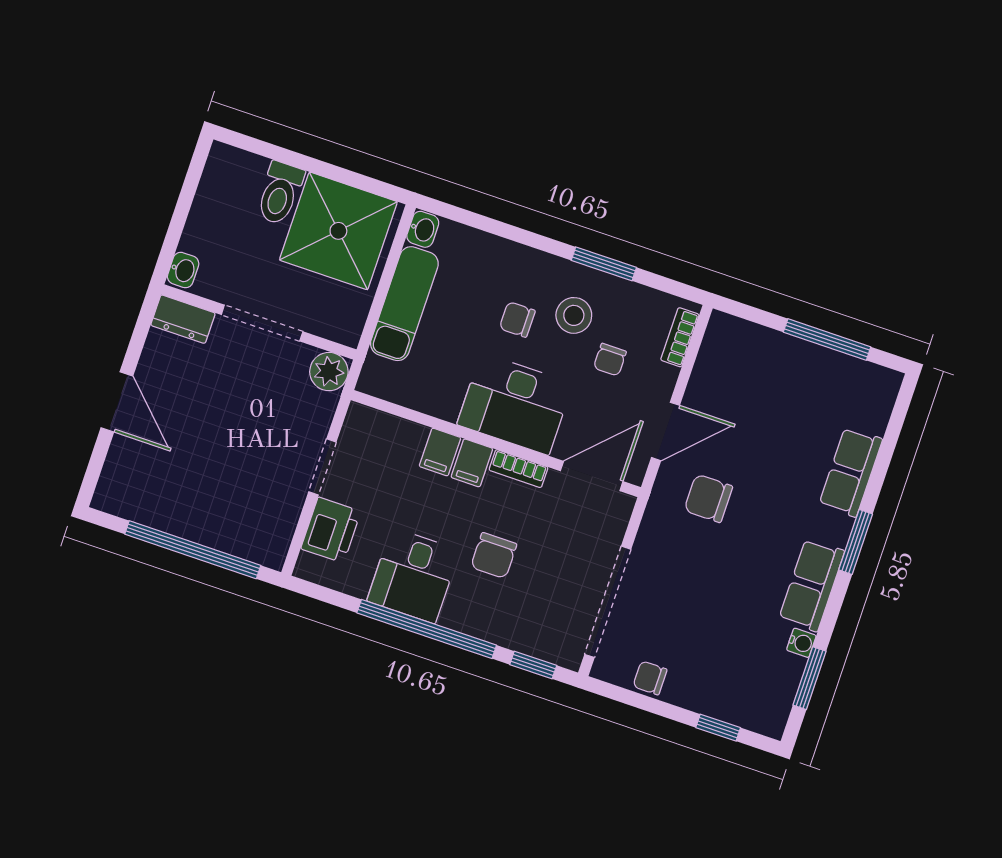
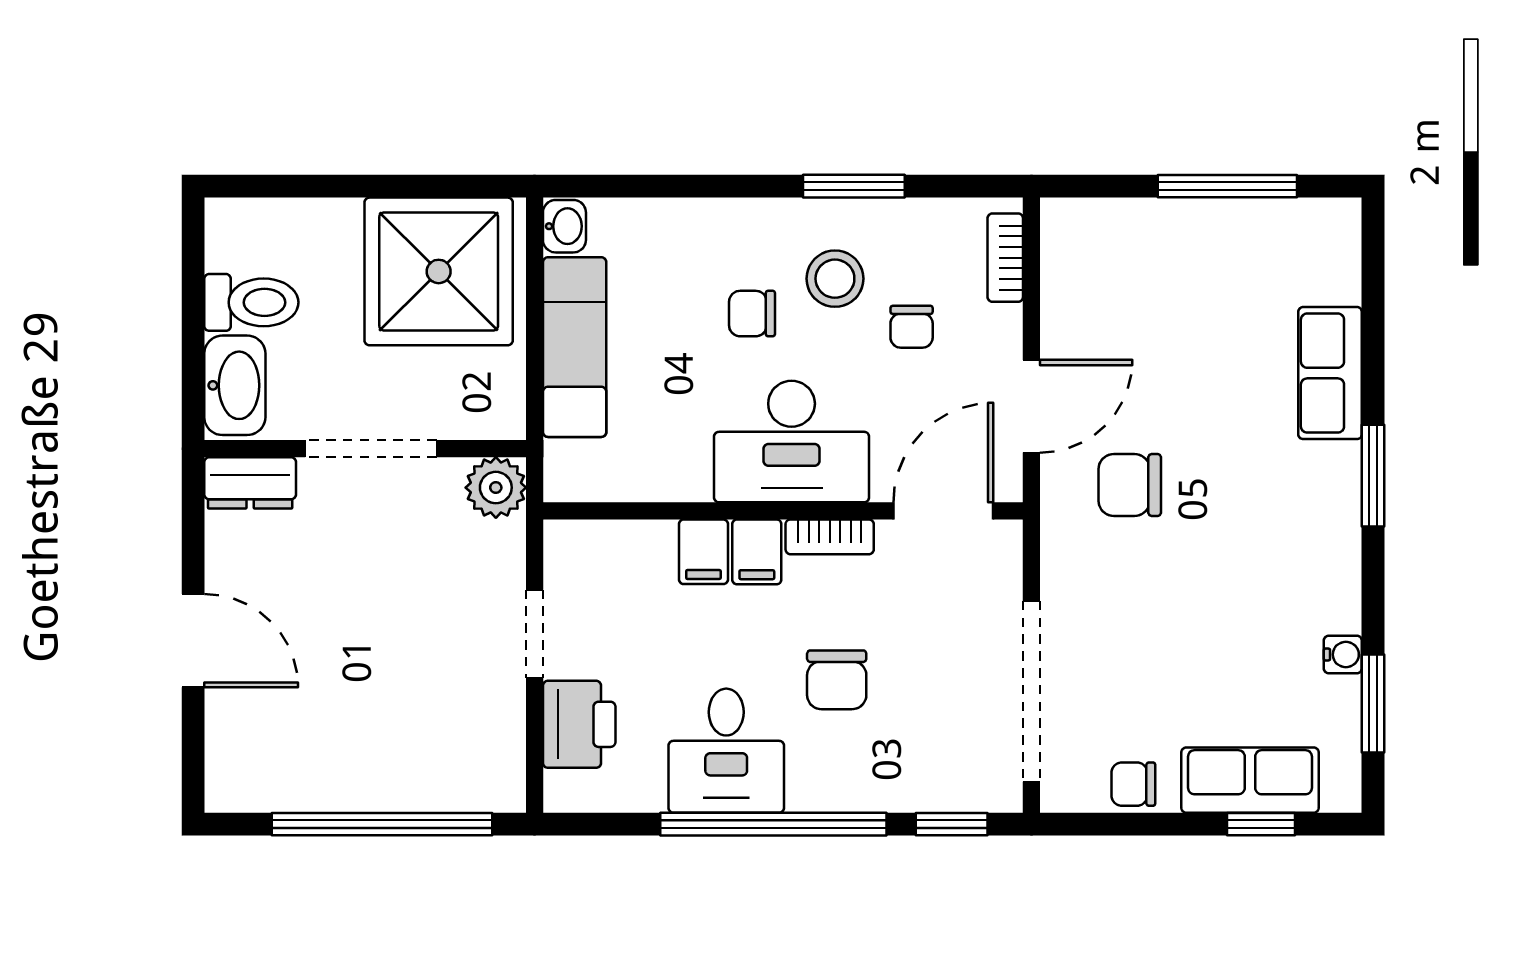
toilet: (280, 193) -> (251, 302), moved, turned -90
washbasin: (183, 270) -> (235, 385), width x1.91, depth x1.45
row of seats: (812, 585) -> (1250, 780), moved, turned 90

